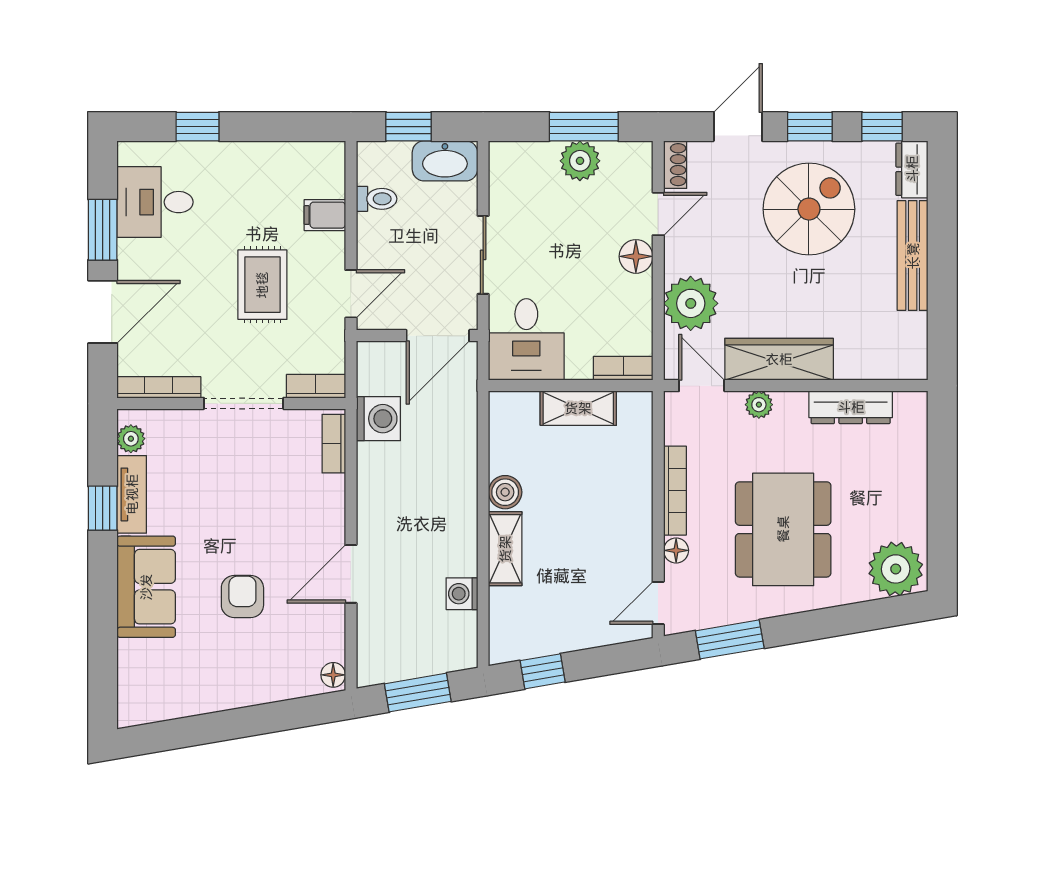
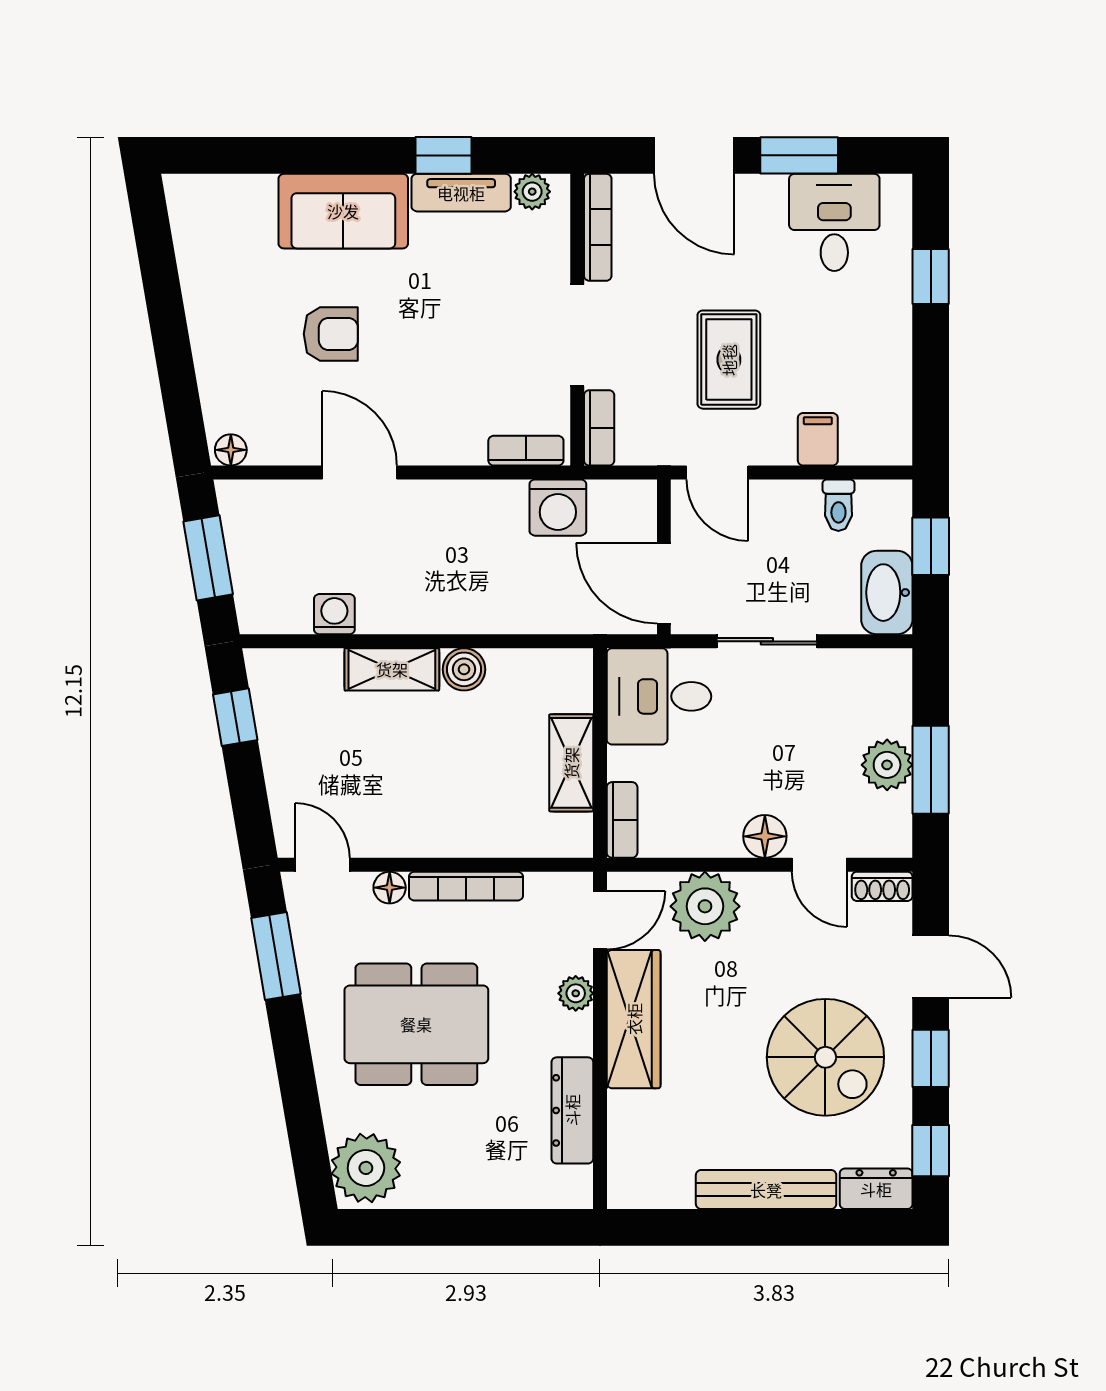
rug: (262, 285) -> (729, 360), turned 90

